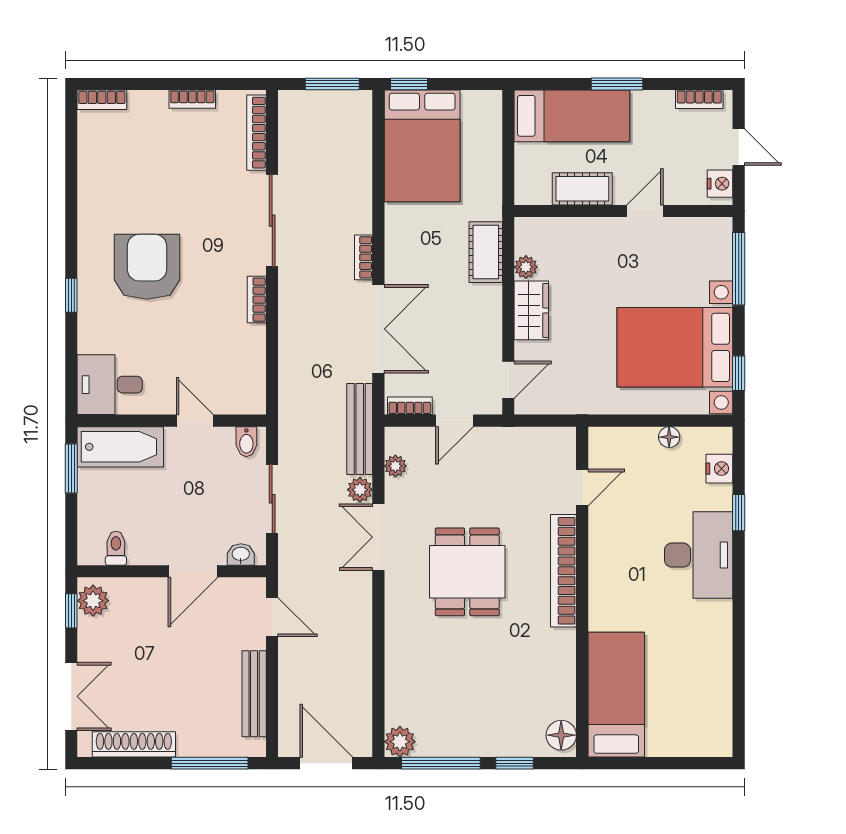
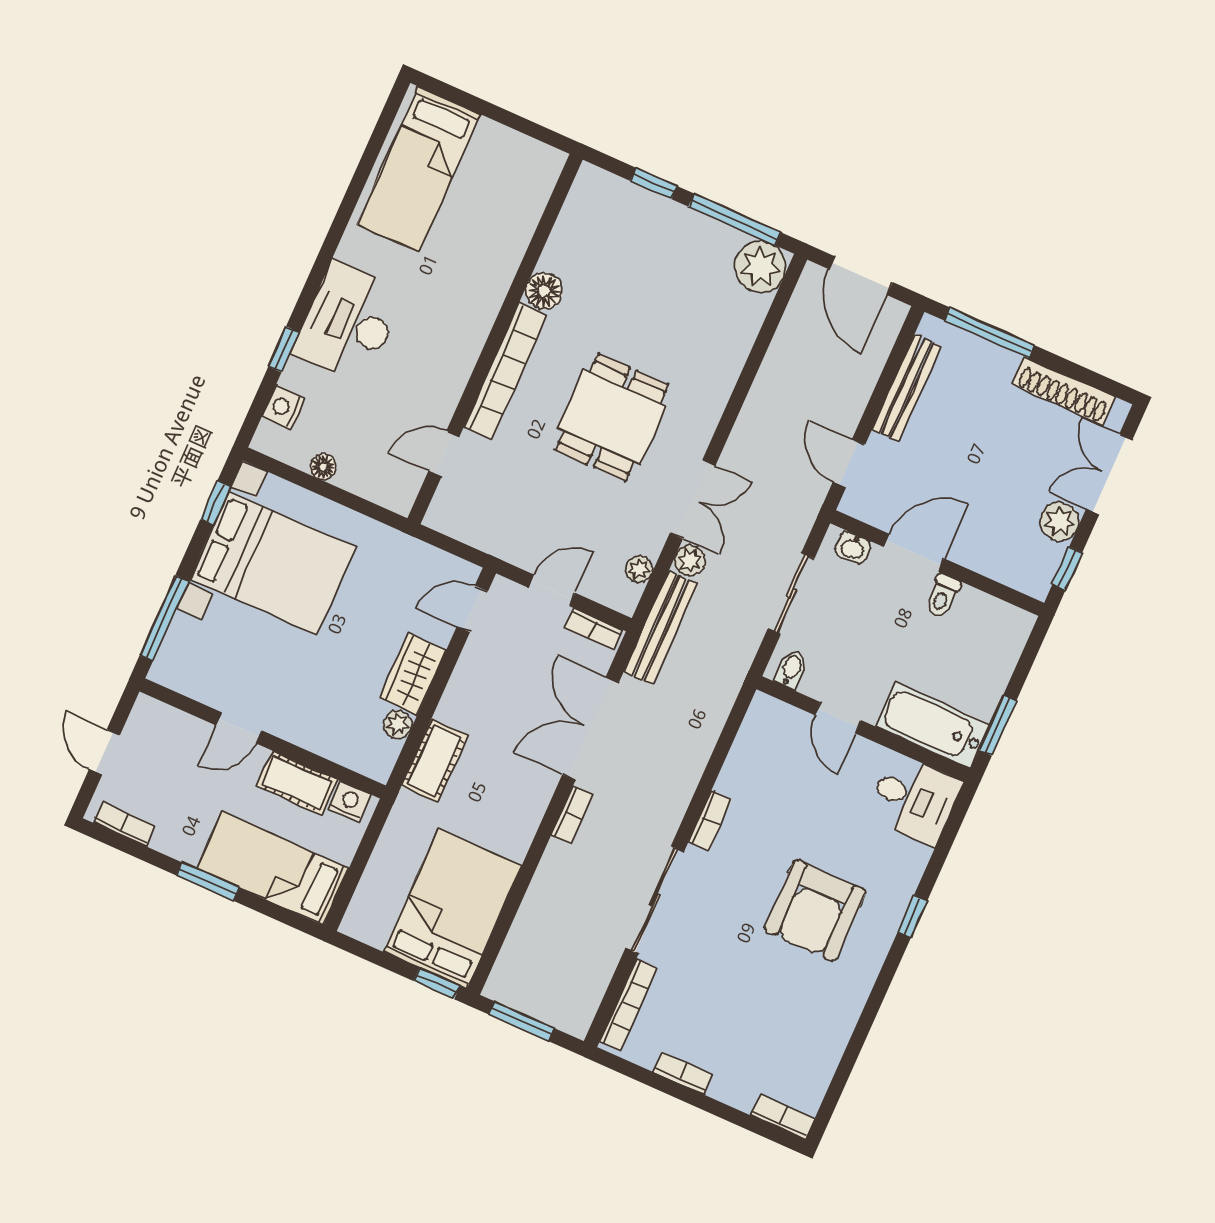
nightstand: (720, 184) -> (350, 802), moved, turned 90
toilet: (116, 548) -> (943, 596), moved
plant: (93, 601) -> (1060, 522), moved
bed: (616, 695) -> (419, 169), moved
floor lamp: (561, 735) -> (544, 291), moved
plant: (400, 742) -> (760, 267), width x1.36, depth x1.36

